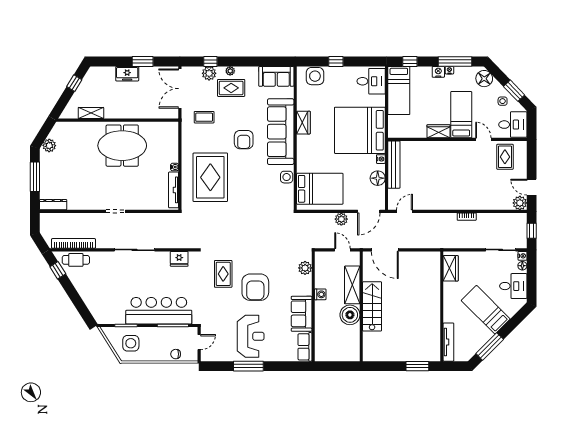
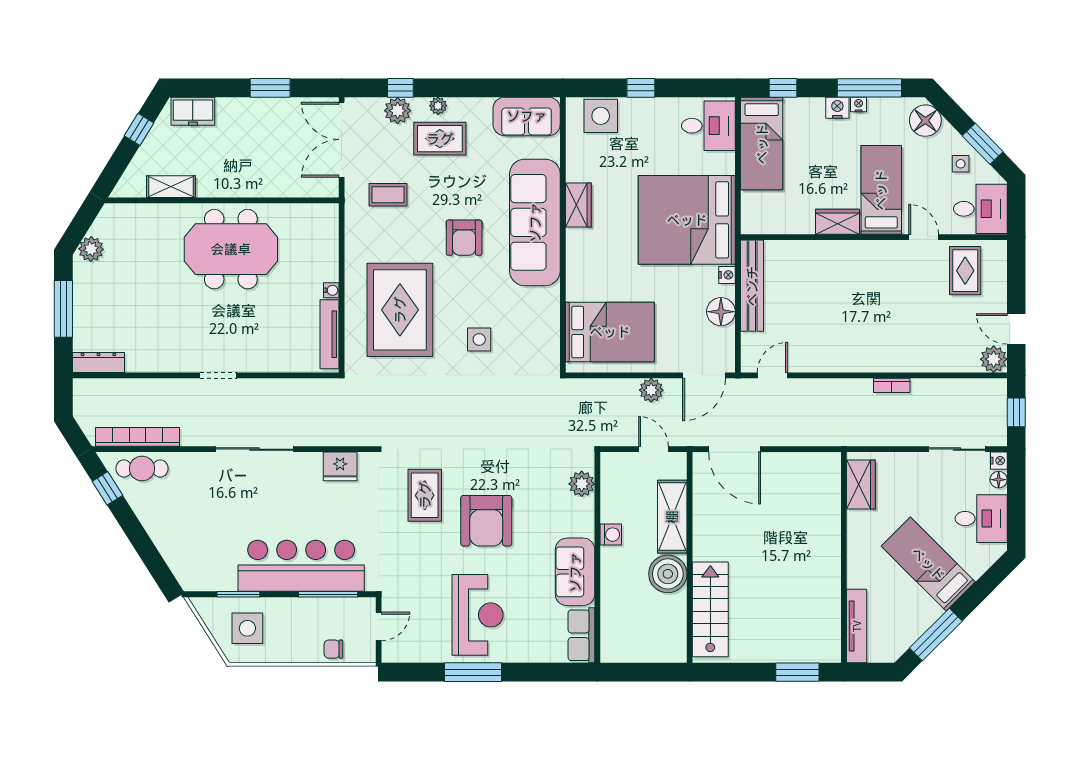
freezer: (127, 74) -> (193, 111), moved
side table: (287, 177) -> (479, 340), moved
stairs: (372, 306) -> (710, 609), moved

